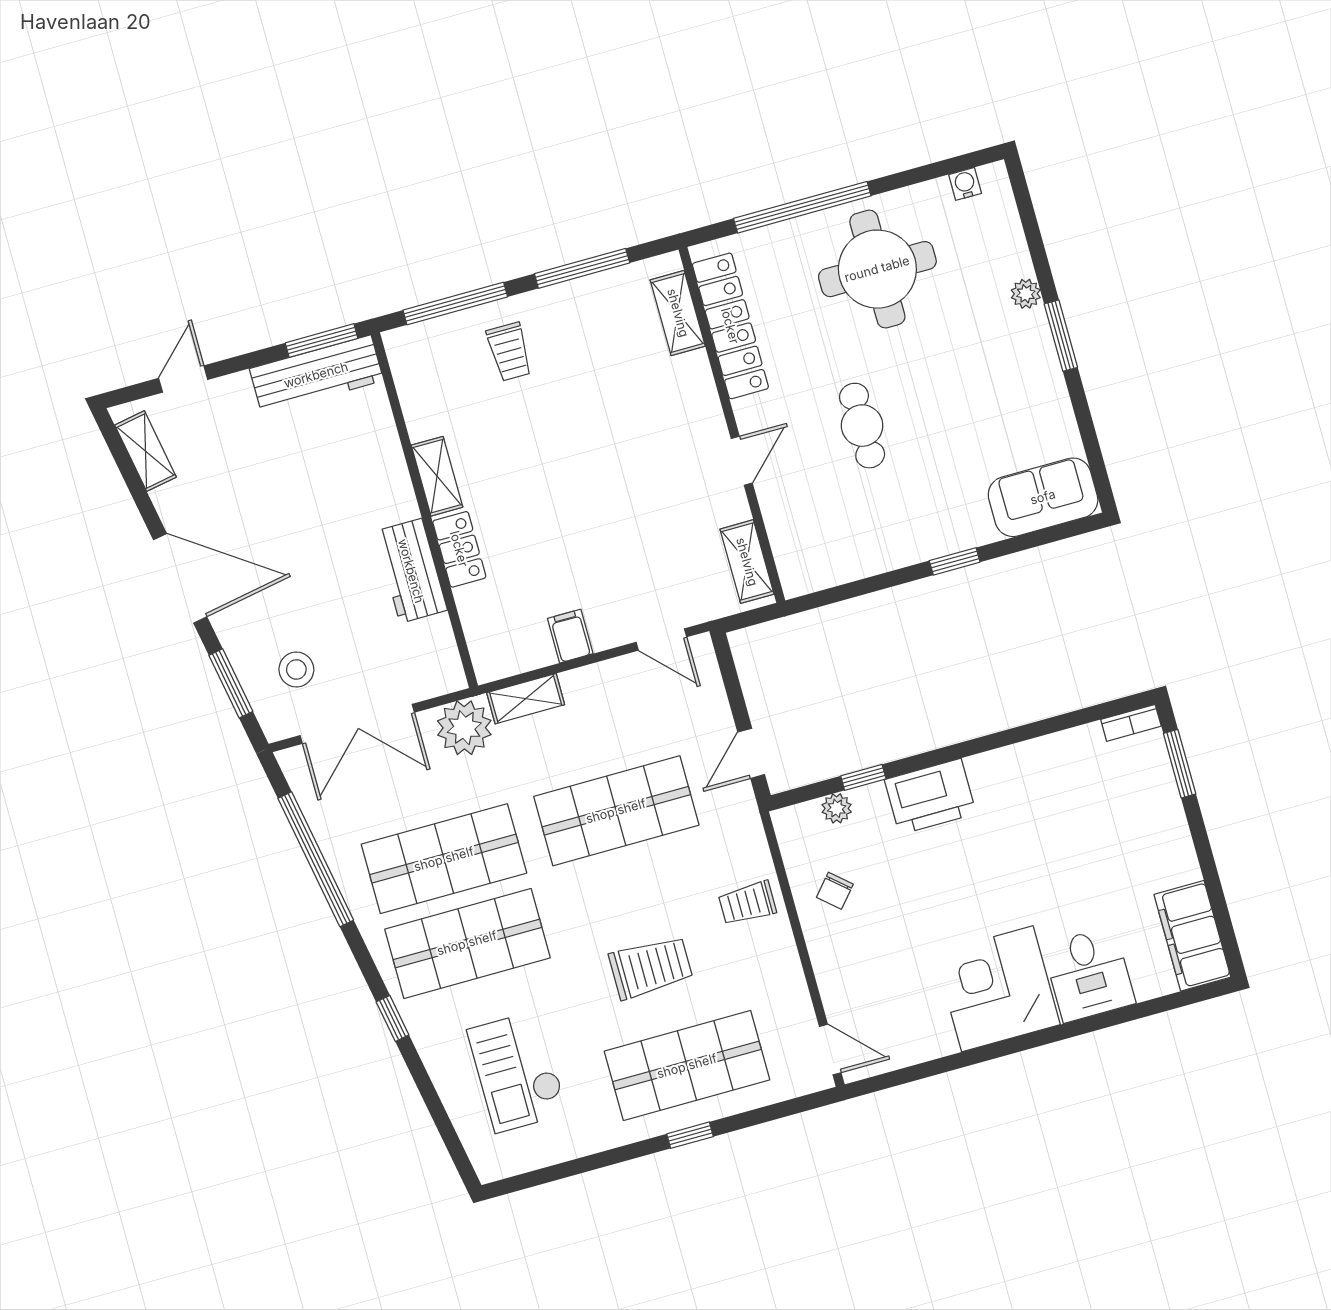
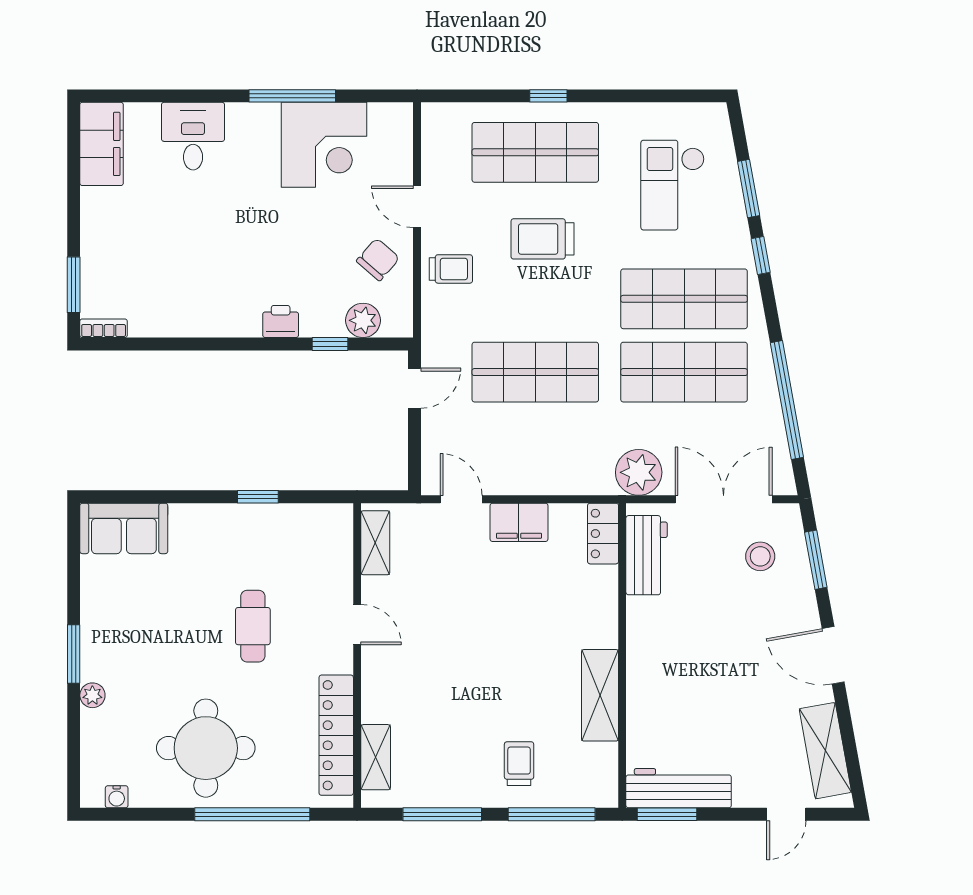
shelving: (146, 451) -> (825, 751), width x1.50, depth x1.33
door: (742, 461) -> (357, 625), swing flipped
shelving: (437, 476) -> (600, 695), width x1.50, depth x1.33
locker: (459, 549) -> (603, 534), moved
window: (955, 561) -> (258, 497), moved
workbench: (411, 571) -> (647, 555), moved
door: (180, 578) -> (833, 655), width x0.73
filing cabinet: (570, 636) -> (519, 522), width x2.00
shelving: (526, 699) -> (583, 482), removed
printer: (930, 797) -> (281, 322), width x0.53, depth x0.68
plant: (837, 808) -> (363, 320), width x1.38, depth x1.38
chair: (835, 891) -> (378, 259), width x1.37, depth x1.37
corner desk: (997, 989) -> (324, 145), moved
door: (830, 1050) -> (417, 207), moved
window: (987, 1053) -> (292, 96), added
checkout: (517, 1072) -> (673, 185), turned 180
window: (428, 1092) -> (749, 188), added

